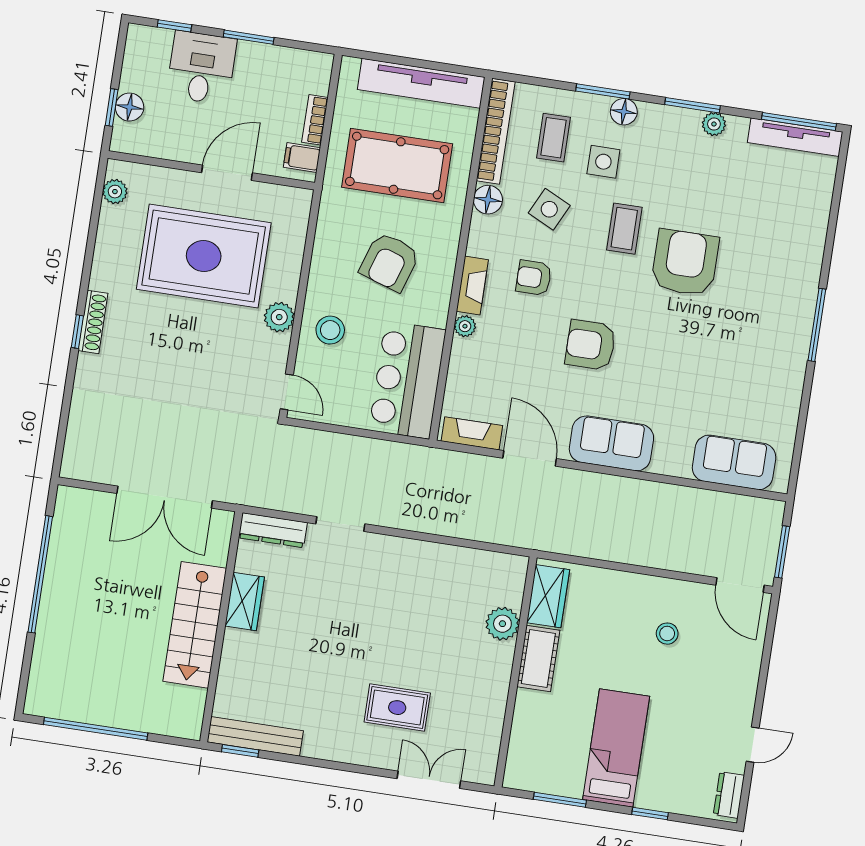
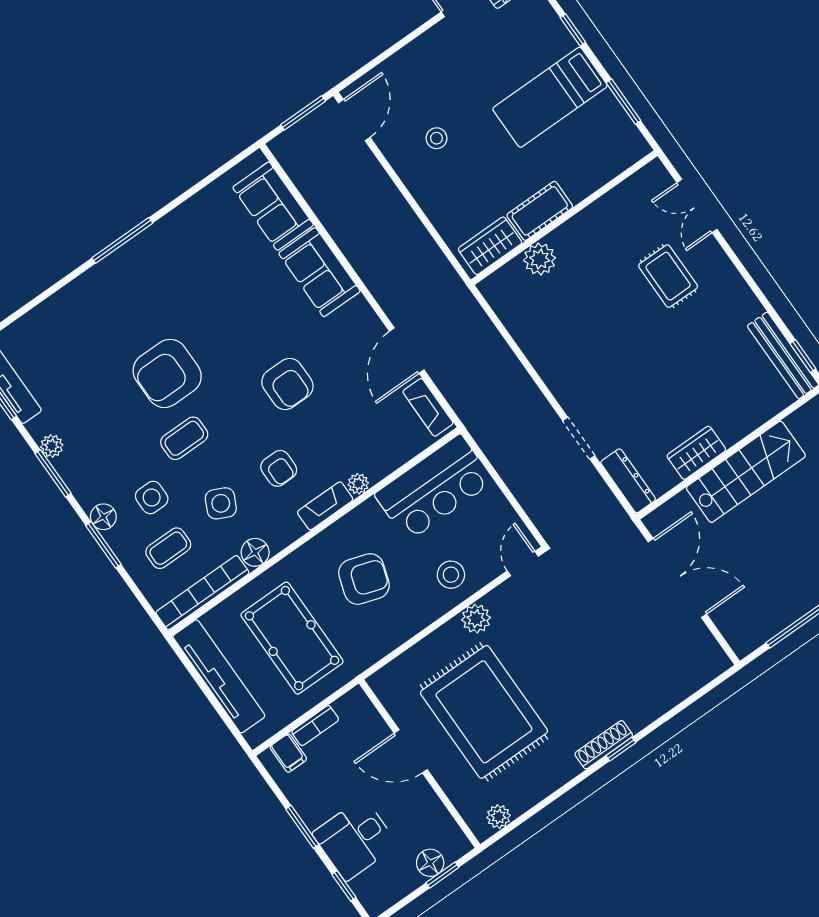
filing cabinet: (302, 158) -> (288, 753), moved
sofa: (611, 443) -> (319, 272), moved

